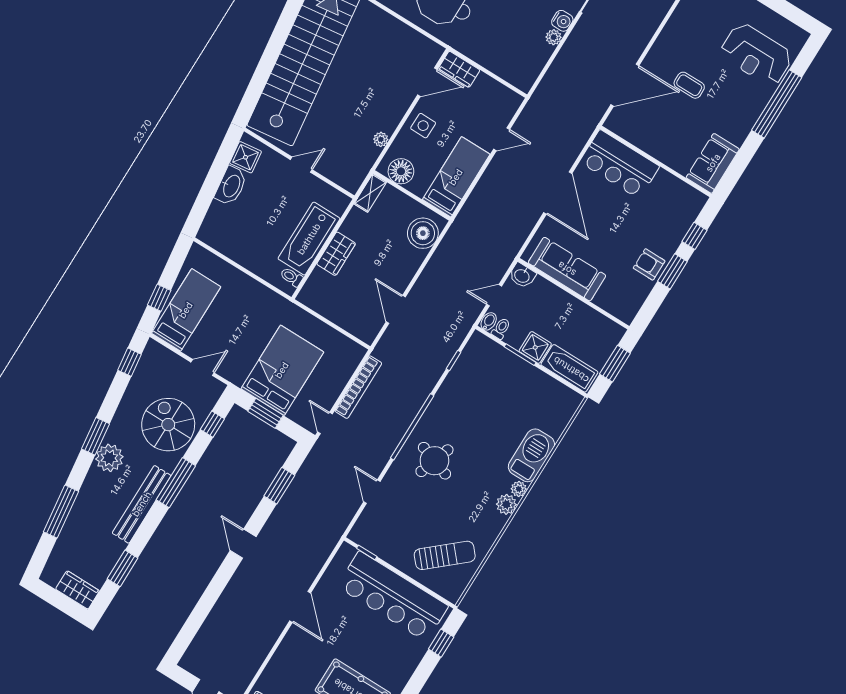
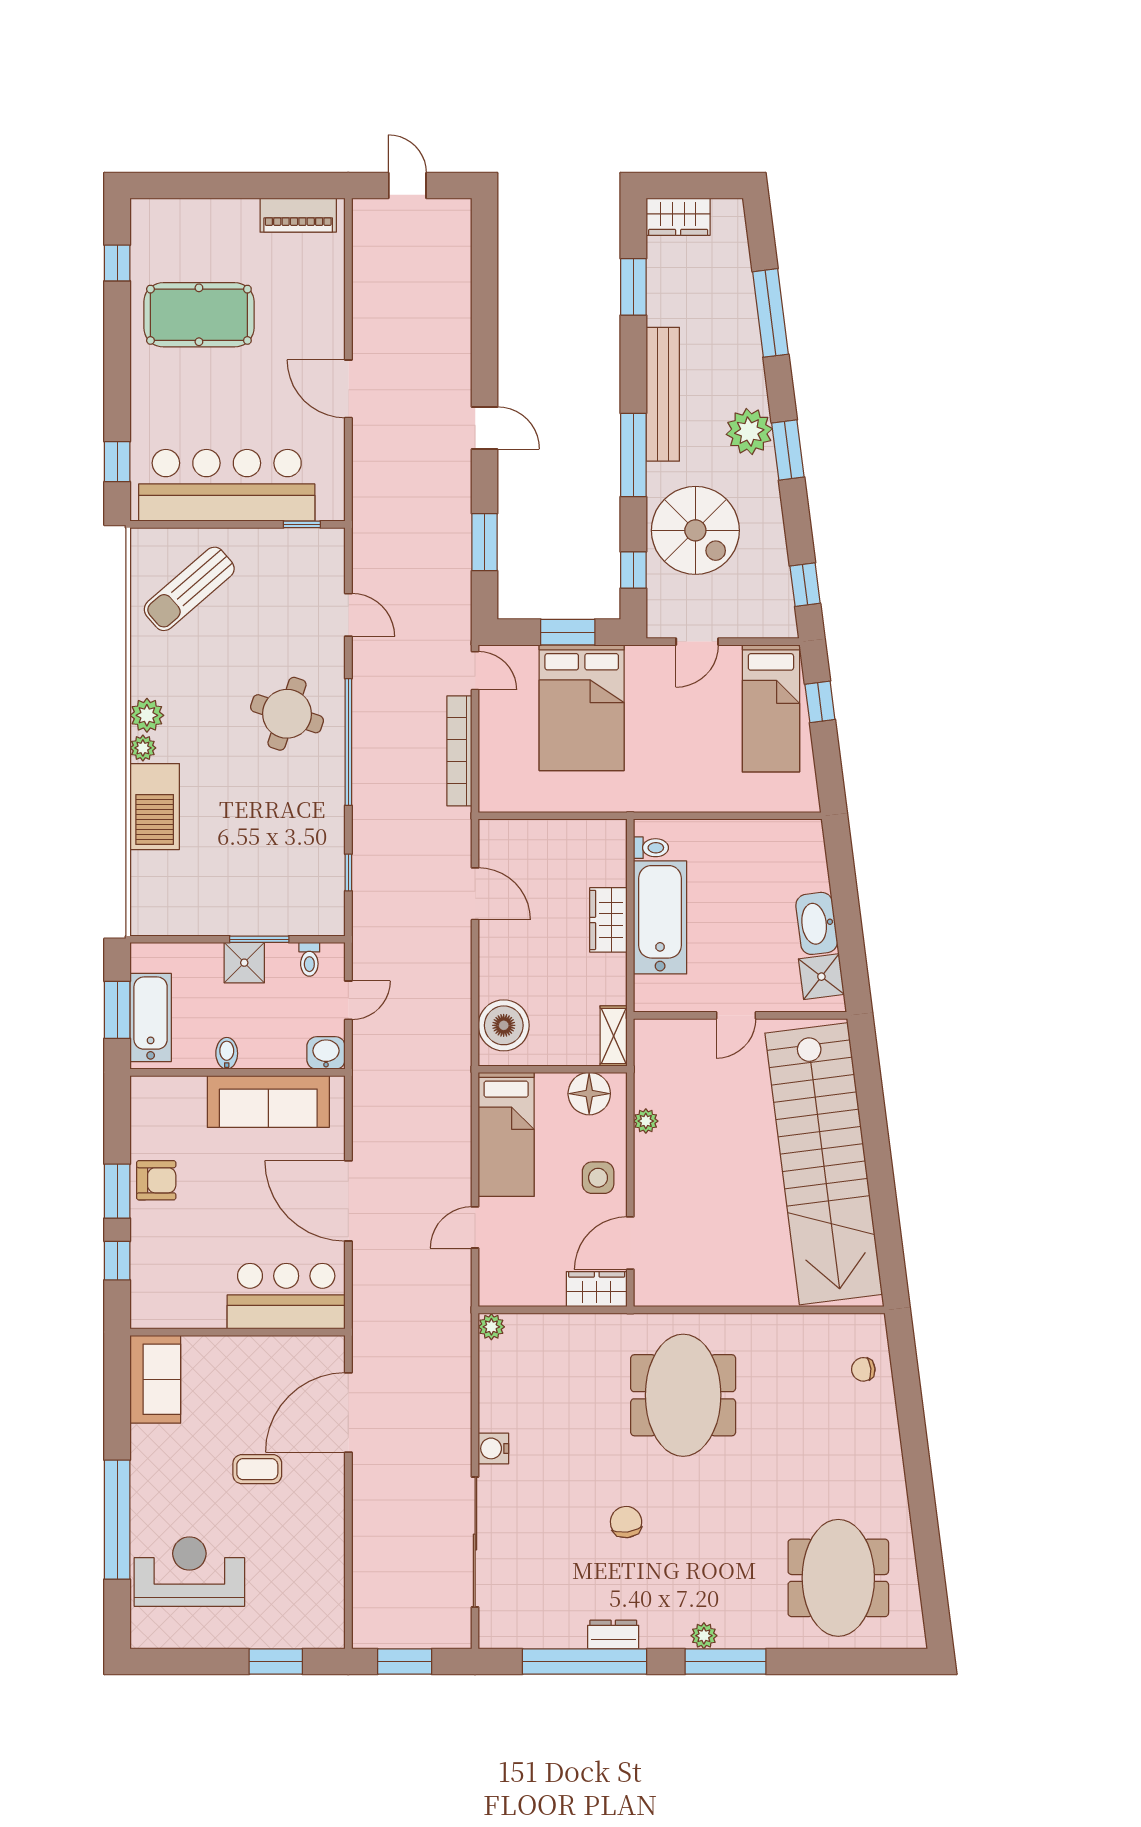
plant: (554, 37) -> (491, 1327), moved
bidet: (489, 321) -> (227, 1053), moved, turned 180
bathtub: (569, 368) -> (151, 1017), moved, turned -90

